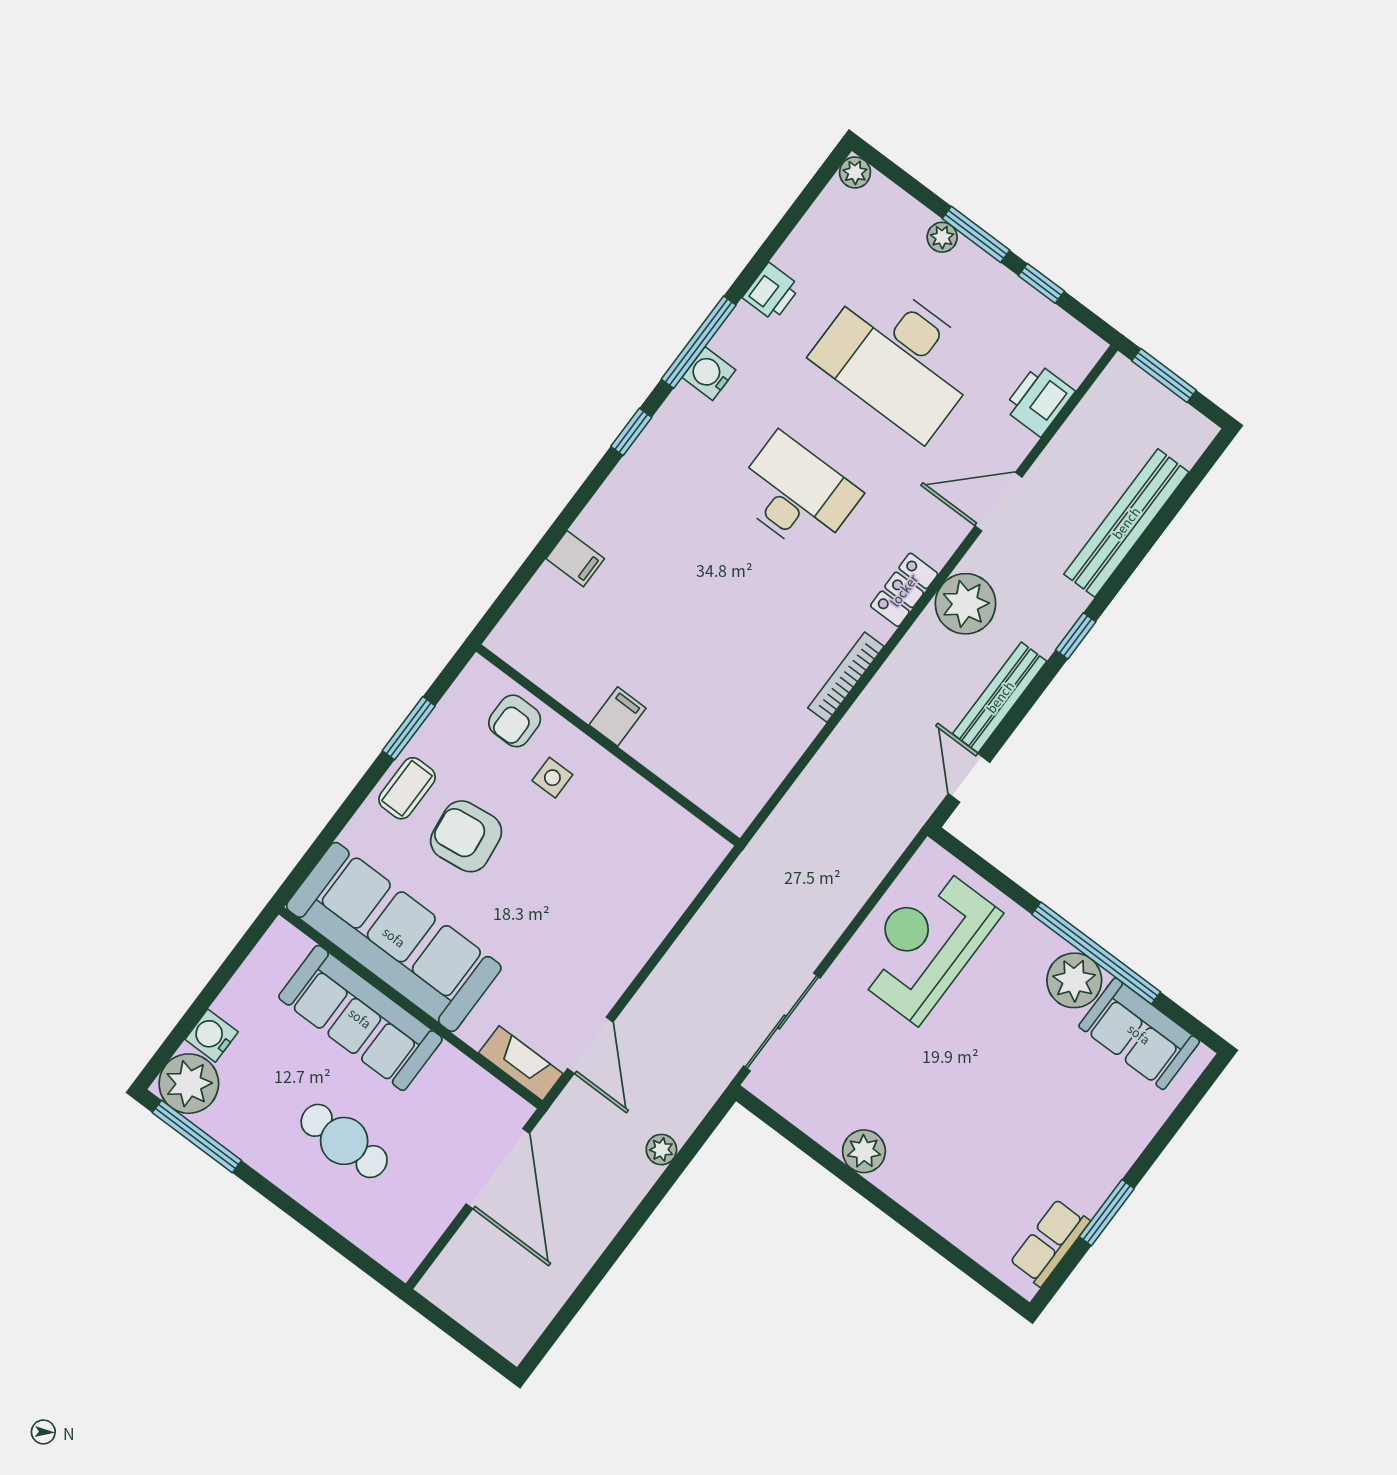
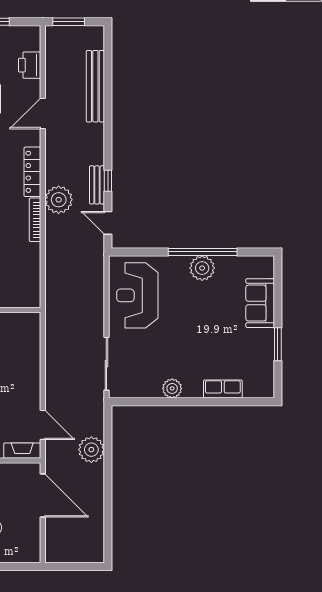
locker: (904, 590) -> (32, 172), width x1.53
plant: (965, 604) -> (59, 200), moved
window: (1076, 636) -> (108, 181), moved
bench: (1000, 697) -> (97, 185), width x0.73
sofa: (1139, 1034) -> (260, 303), moved, turned 90
plant: (661, 1150) -> (91, 450), width x1.88, depth x1.88
row of seats: (1050, 1242) -> (223, 389), moved, turned 90

